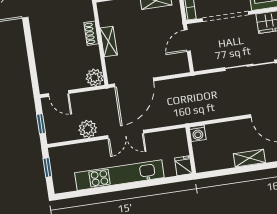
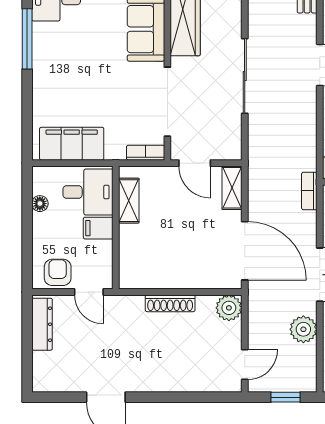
shoe rack: (91, 33) -> (170, 303), width x1.43
shelving: (109, 42) -> (232, 188), moved, turned 90
bookcase: (180, 119) -> (309, 191), added

